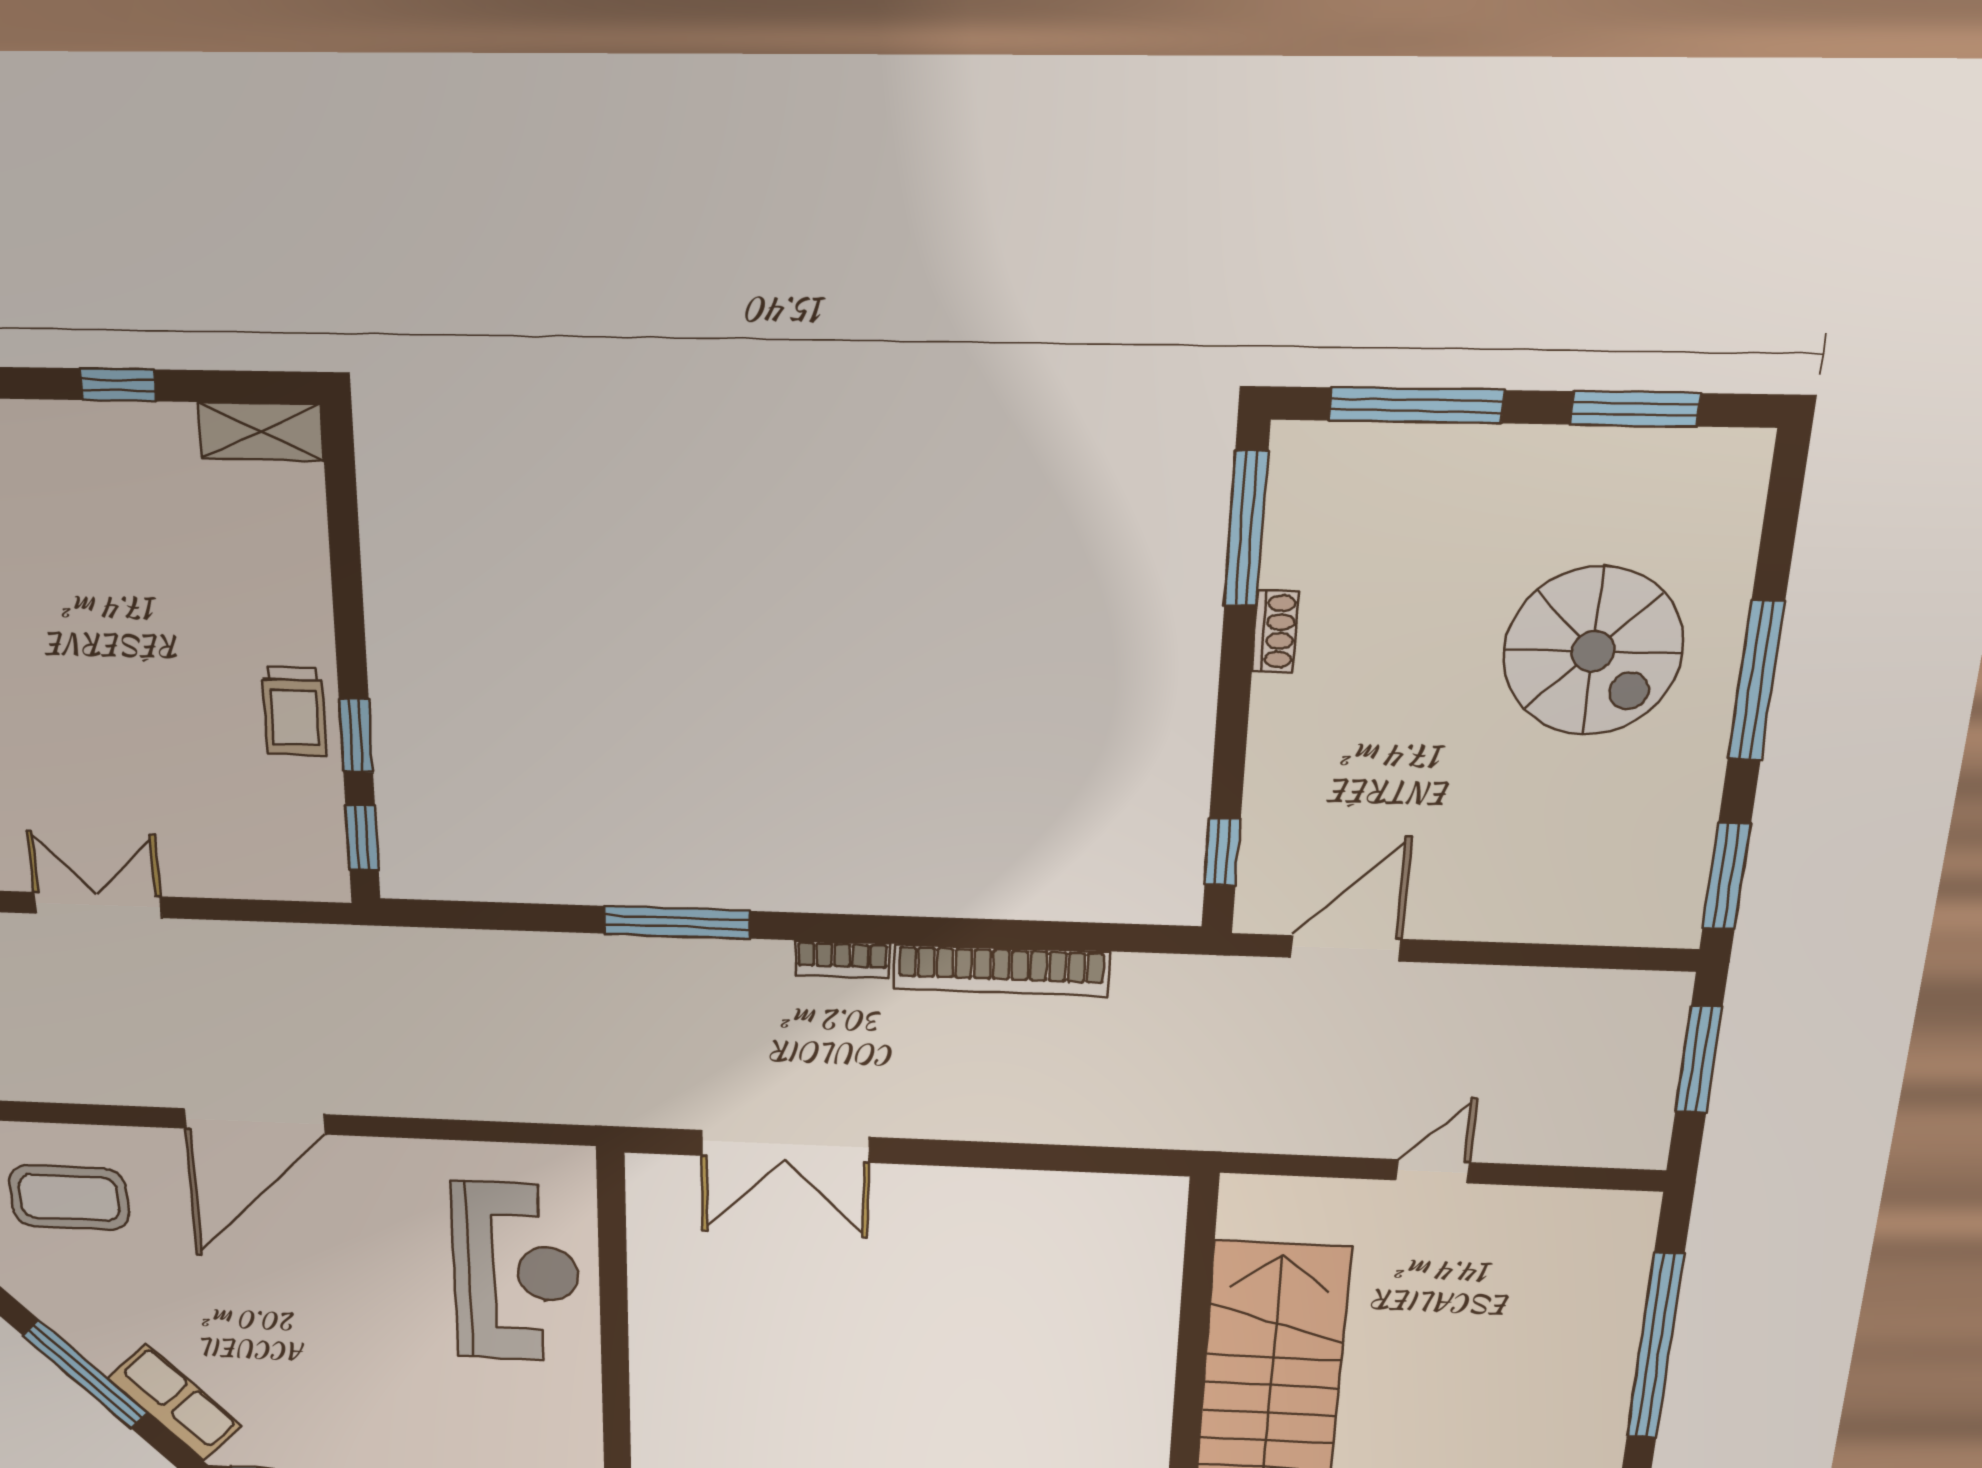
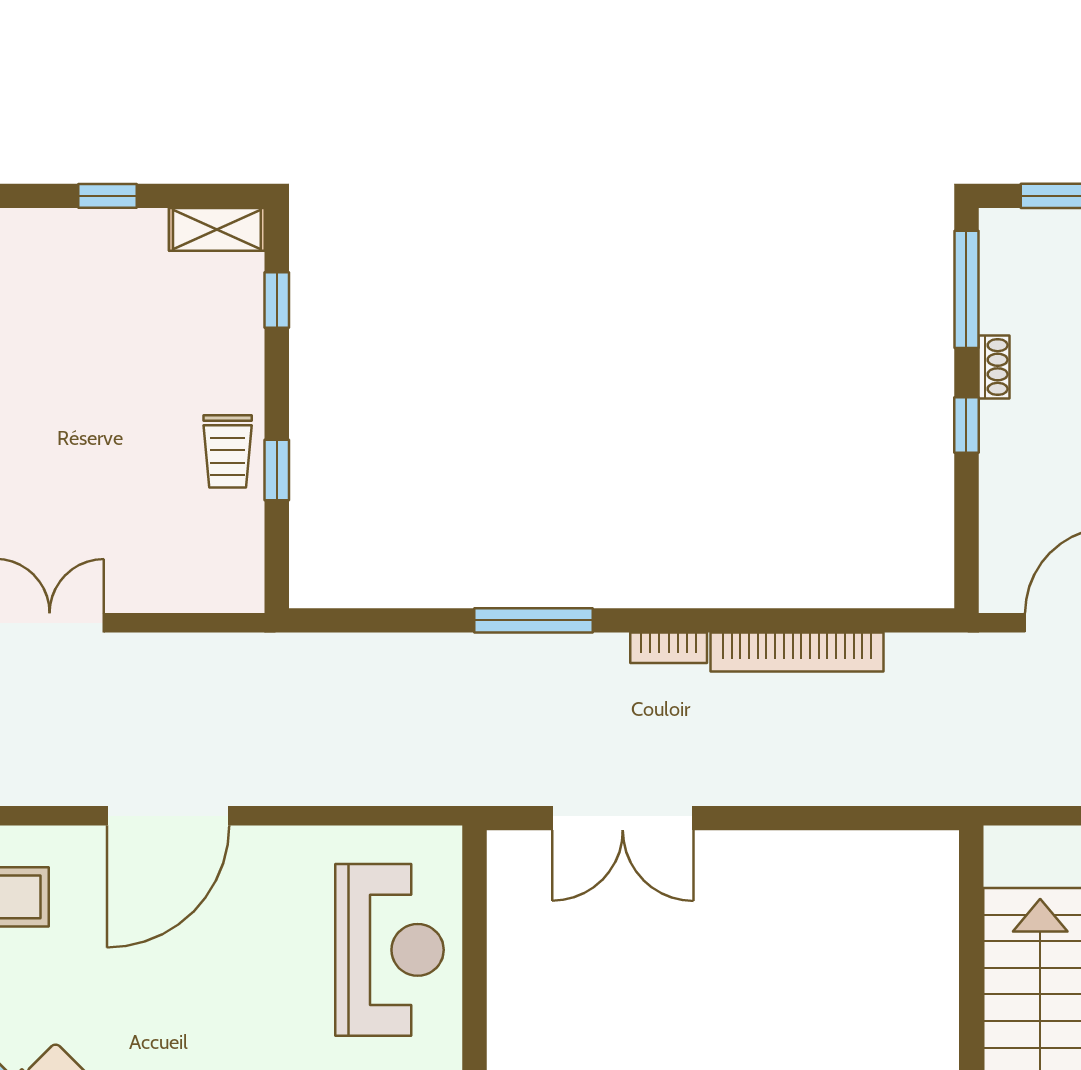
window: (362, 838) -> (277, 300), moved
window: (1222, 852) -> (966, 425), moved

